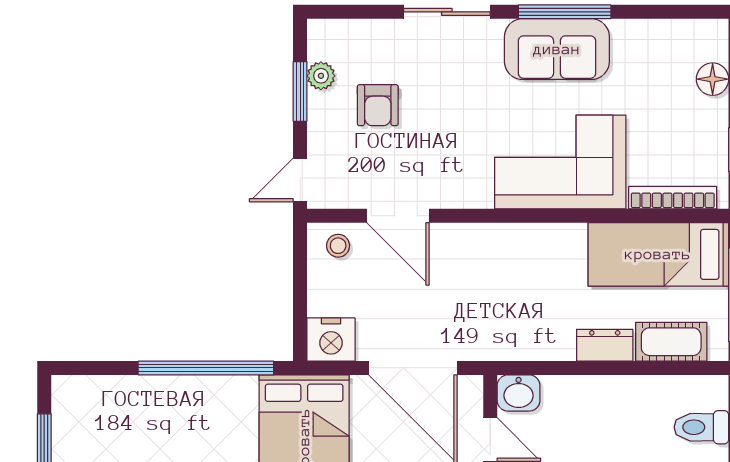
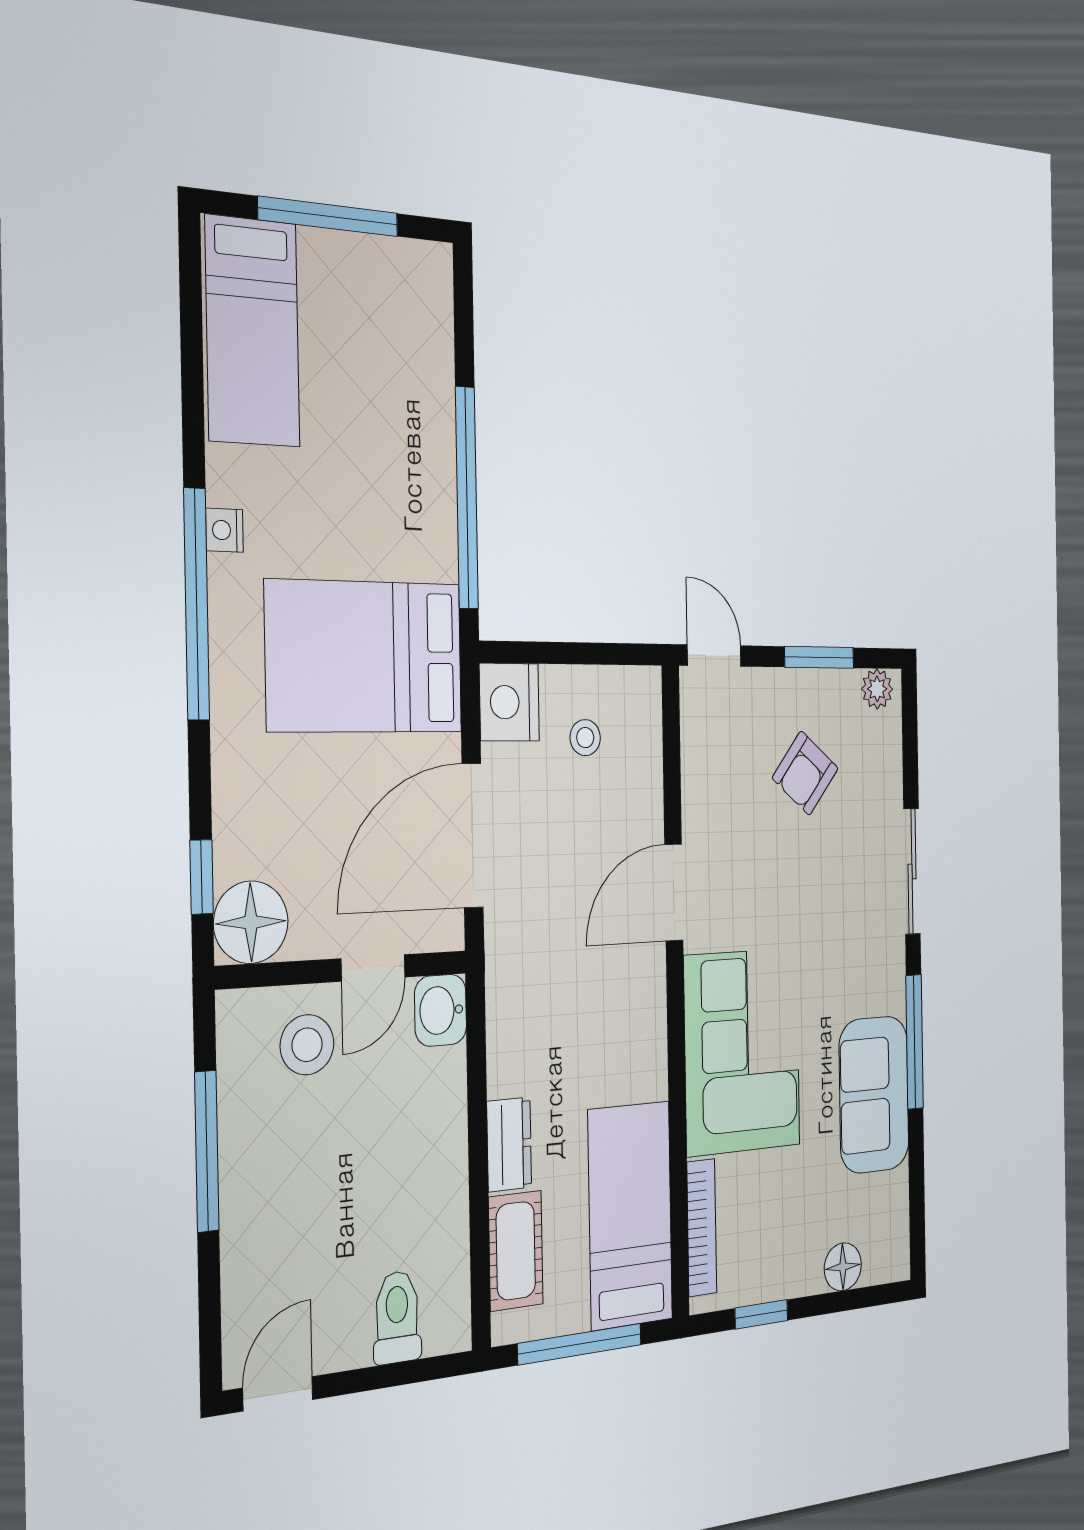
sofa: (557, 49) -> (874, 1095), moved
plant: (321, 76) -> (877, 689), moved
armchair: (378, 105) -> (805, 773), turned -51
door: (398, 216) -> (674, 893), moved
stool: (338, 246) -> (585, 738), moved

